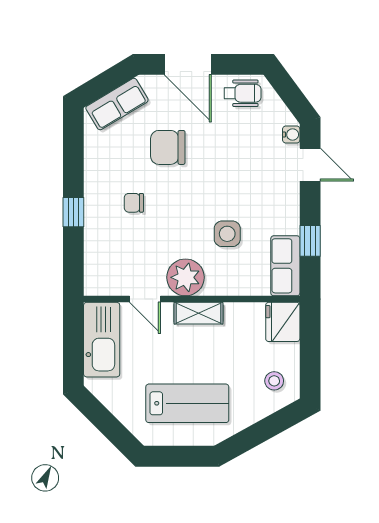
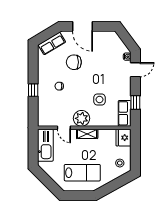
wheelchair: (242, 93) -> (106, 39), removed
door: (310, 165) -> (135, 70), hinge flipped

